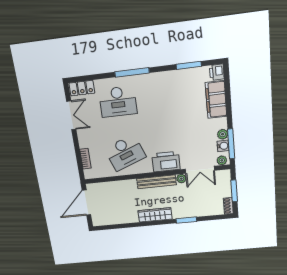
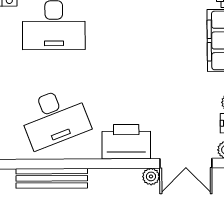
bench: (156, 182) -> (52, 178), moved

